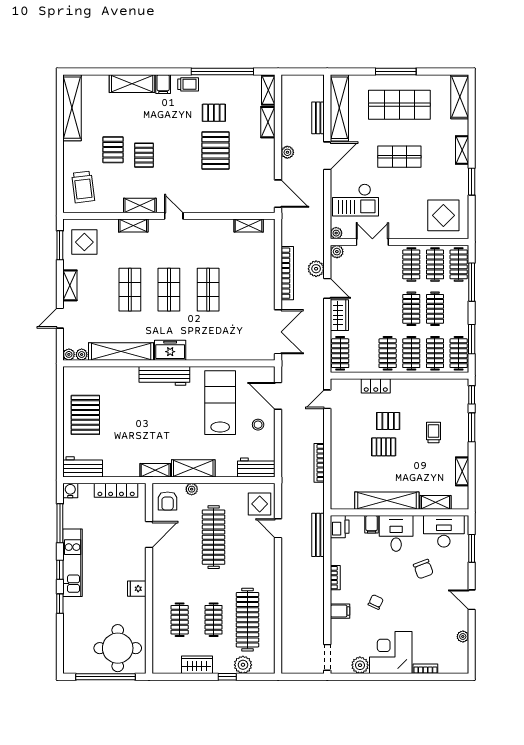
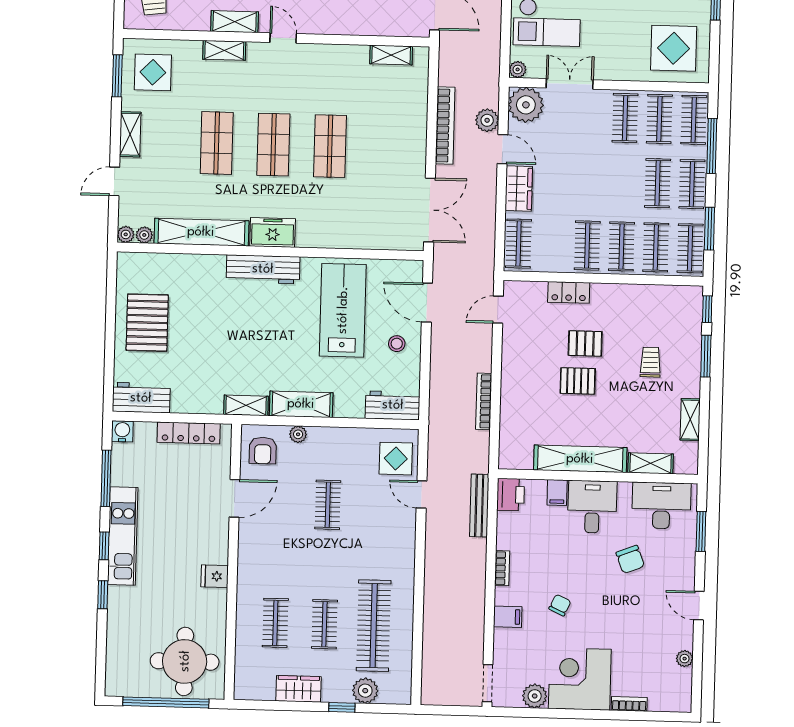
plant: (337, 252) -> (526, 105), width x1.88, depth x1.88
clothes rail: (411, 309) -> (692, 184), moved
clothes rail: (214, 537) -> (328, 505), width x0.54, depth x0.76

